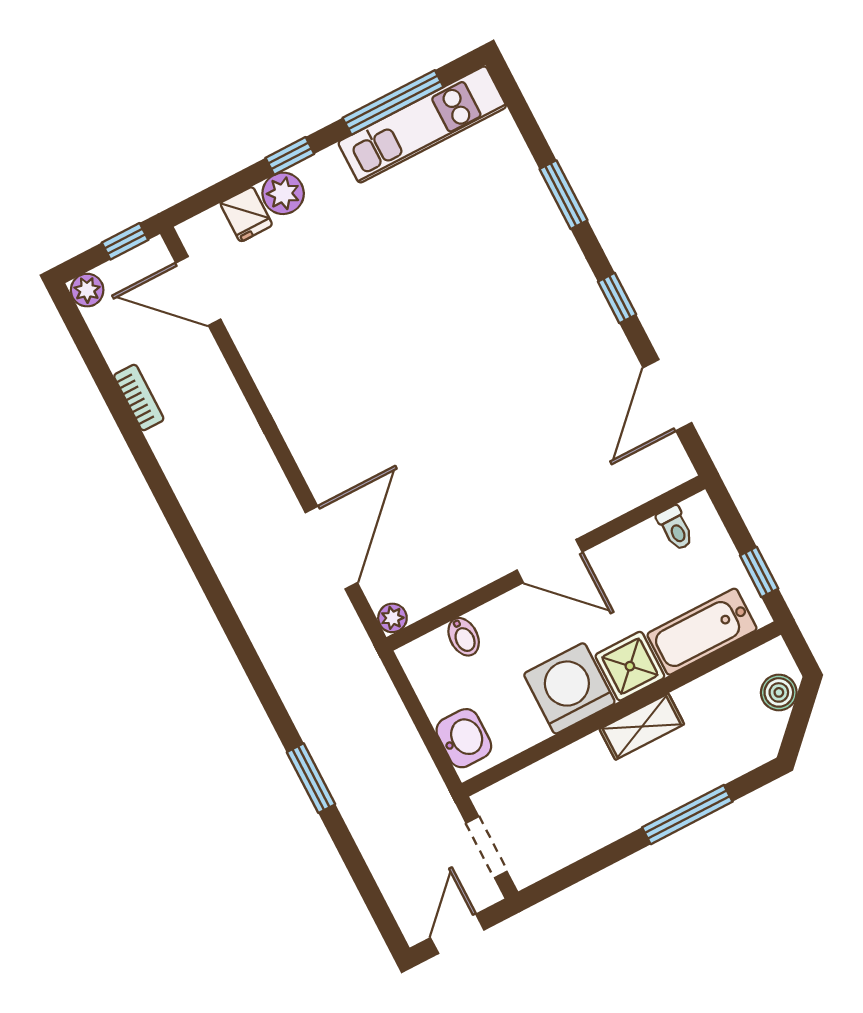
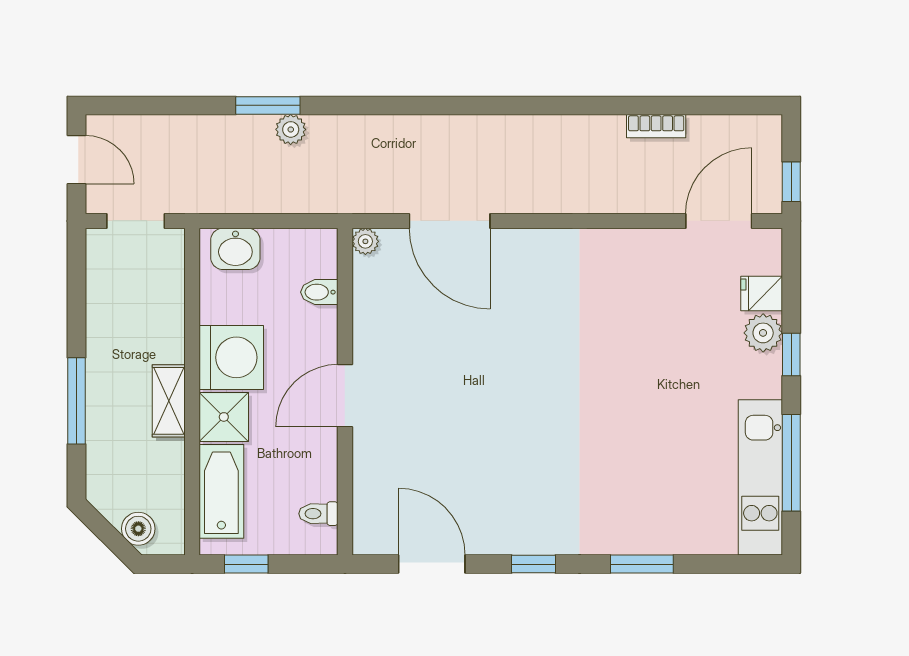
plant: (87, 290) -> (291, 129), moved

